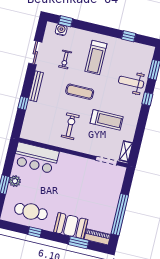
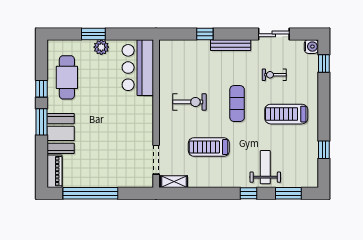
water cooler: (61, 30) -> (311, 47), moved
treadmill: (107, 120) -> (209, 147), turned 90
window: (79, 242) -> (41, 122), moved

